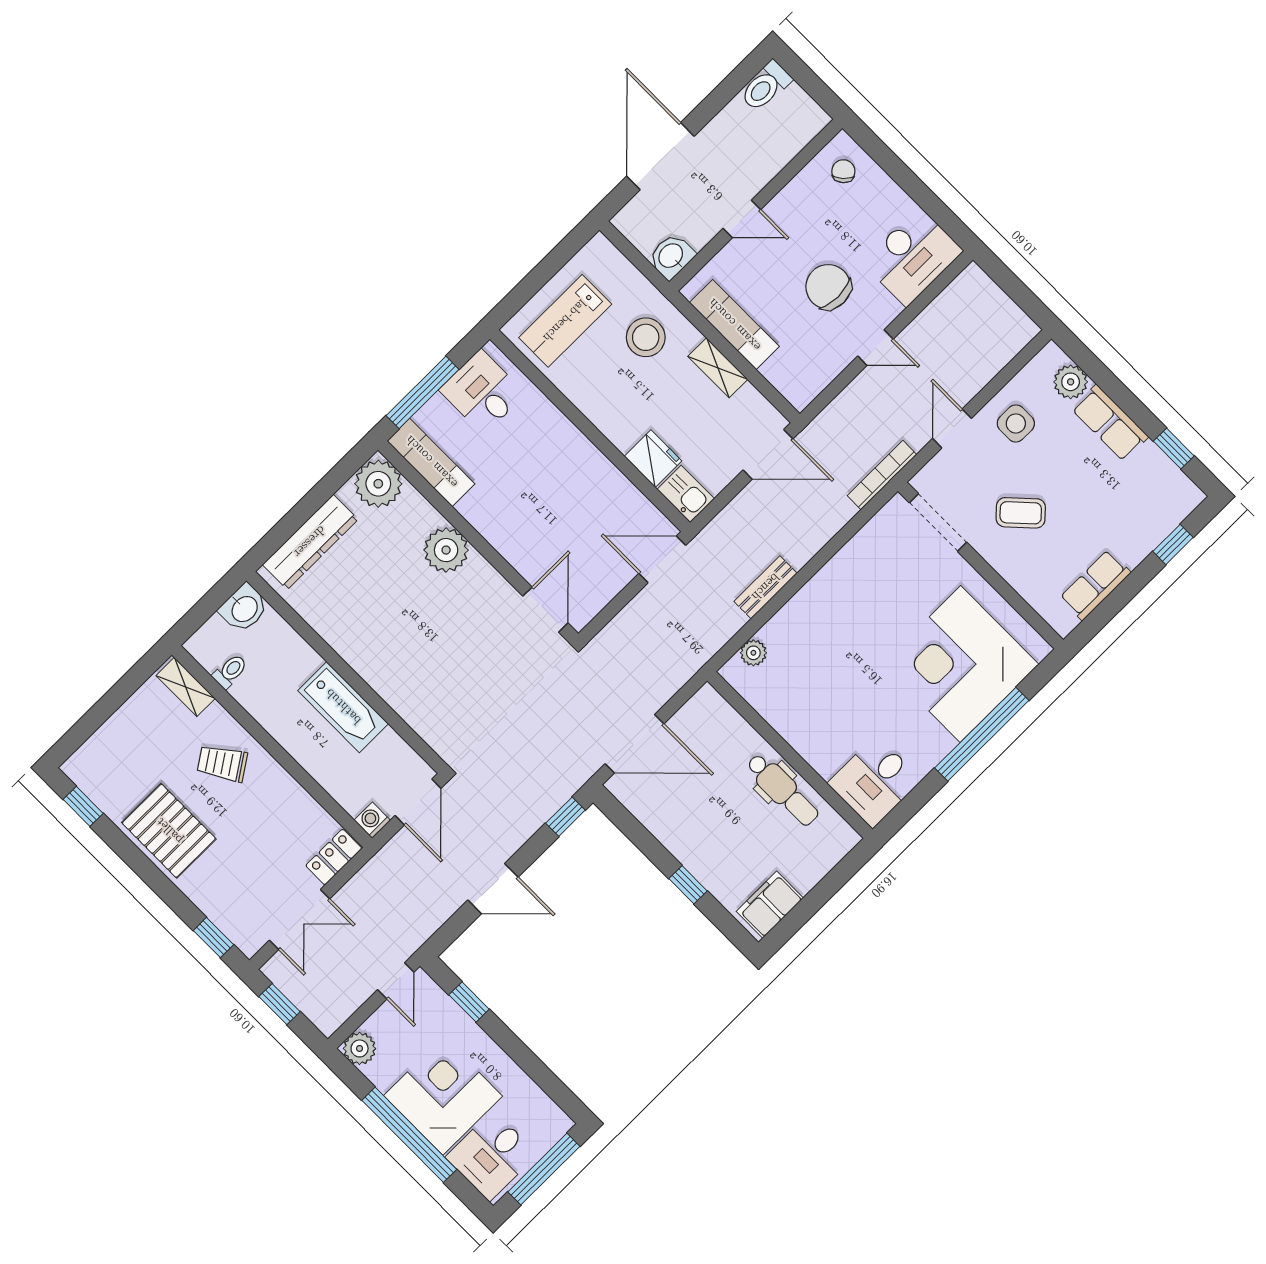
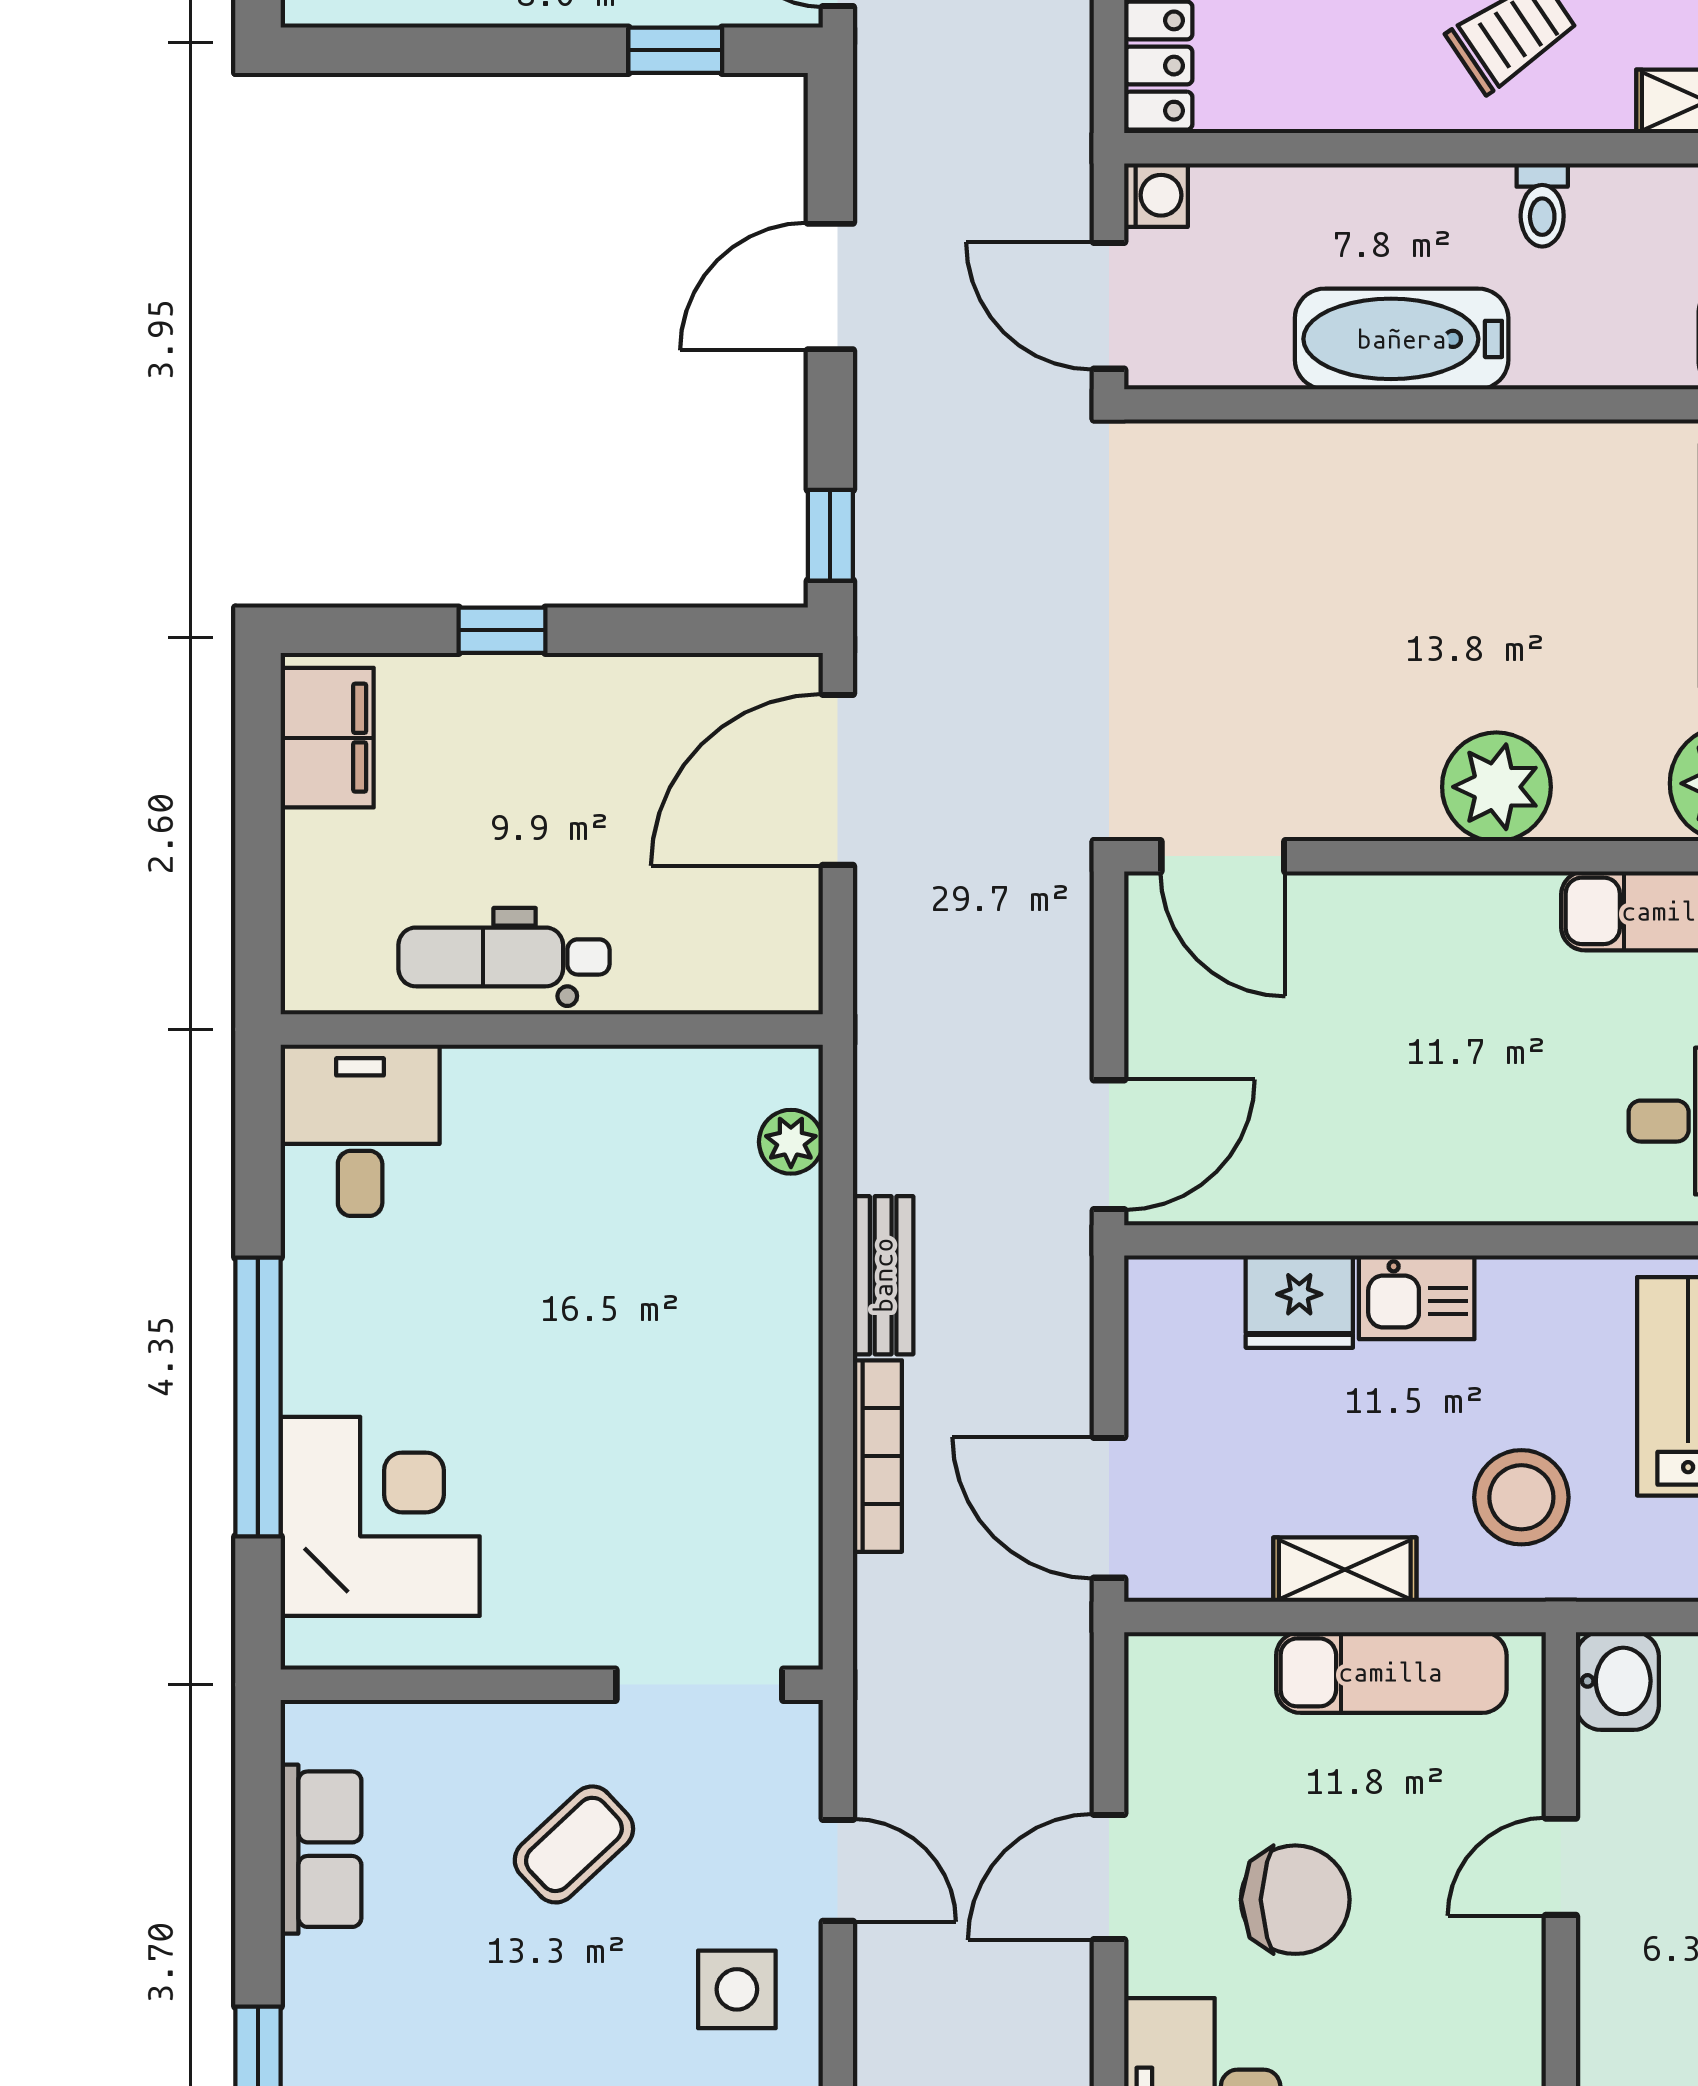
door: (876, 348) -> (1109, 1877), width x1.38
door: (768, 454) -> (1109, 1508), hinge flipped
bookcase: (882, 475) -> (877, 1456), moved
kitchen sink: (686, 494) -> (1417, 1297), moved
corner desk: (960, 664) -> (380, 1516), width x0.74, depth x0.74
toilet: (230, 671) -> (1542, 205), moved

